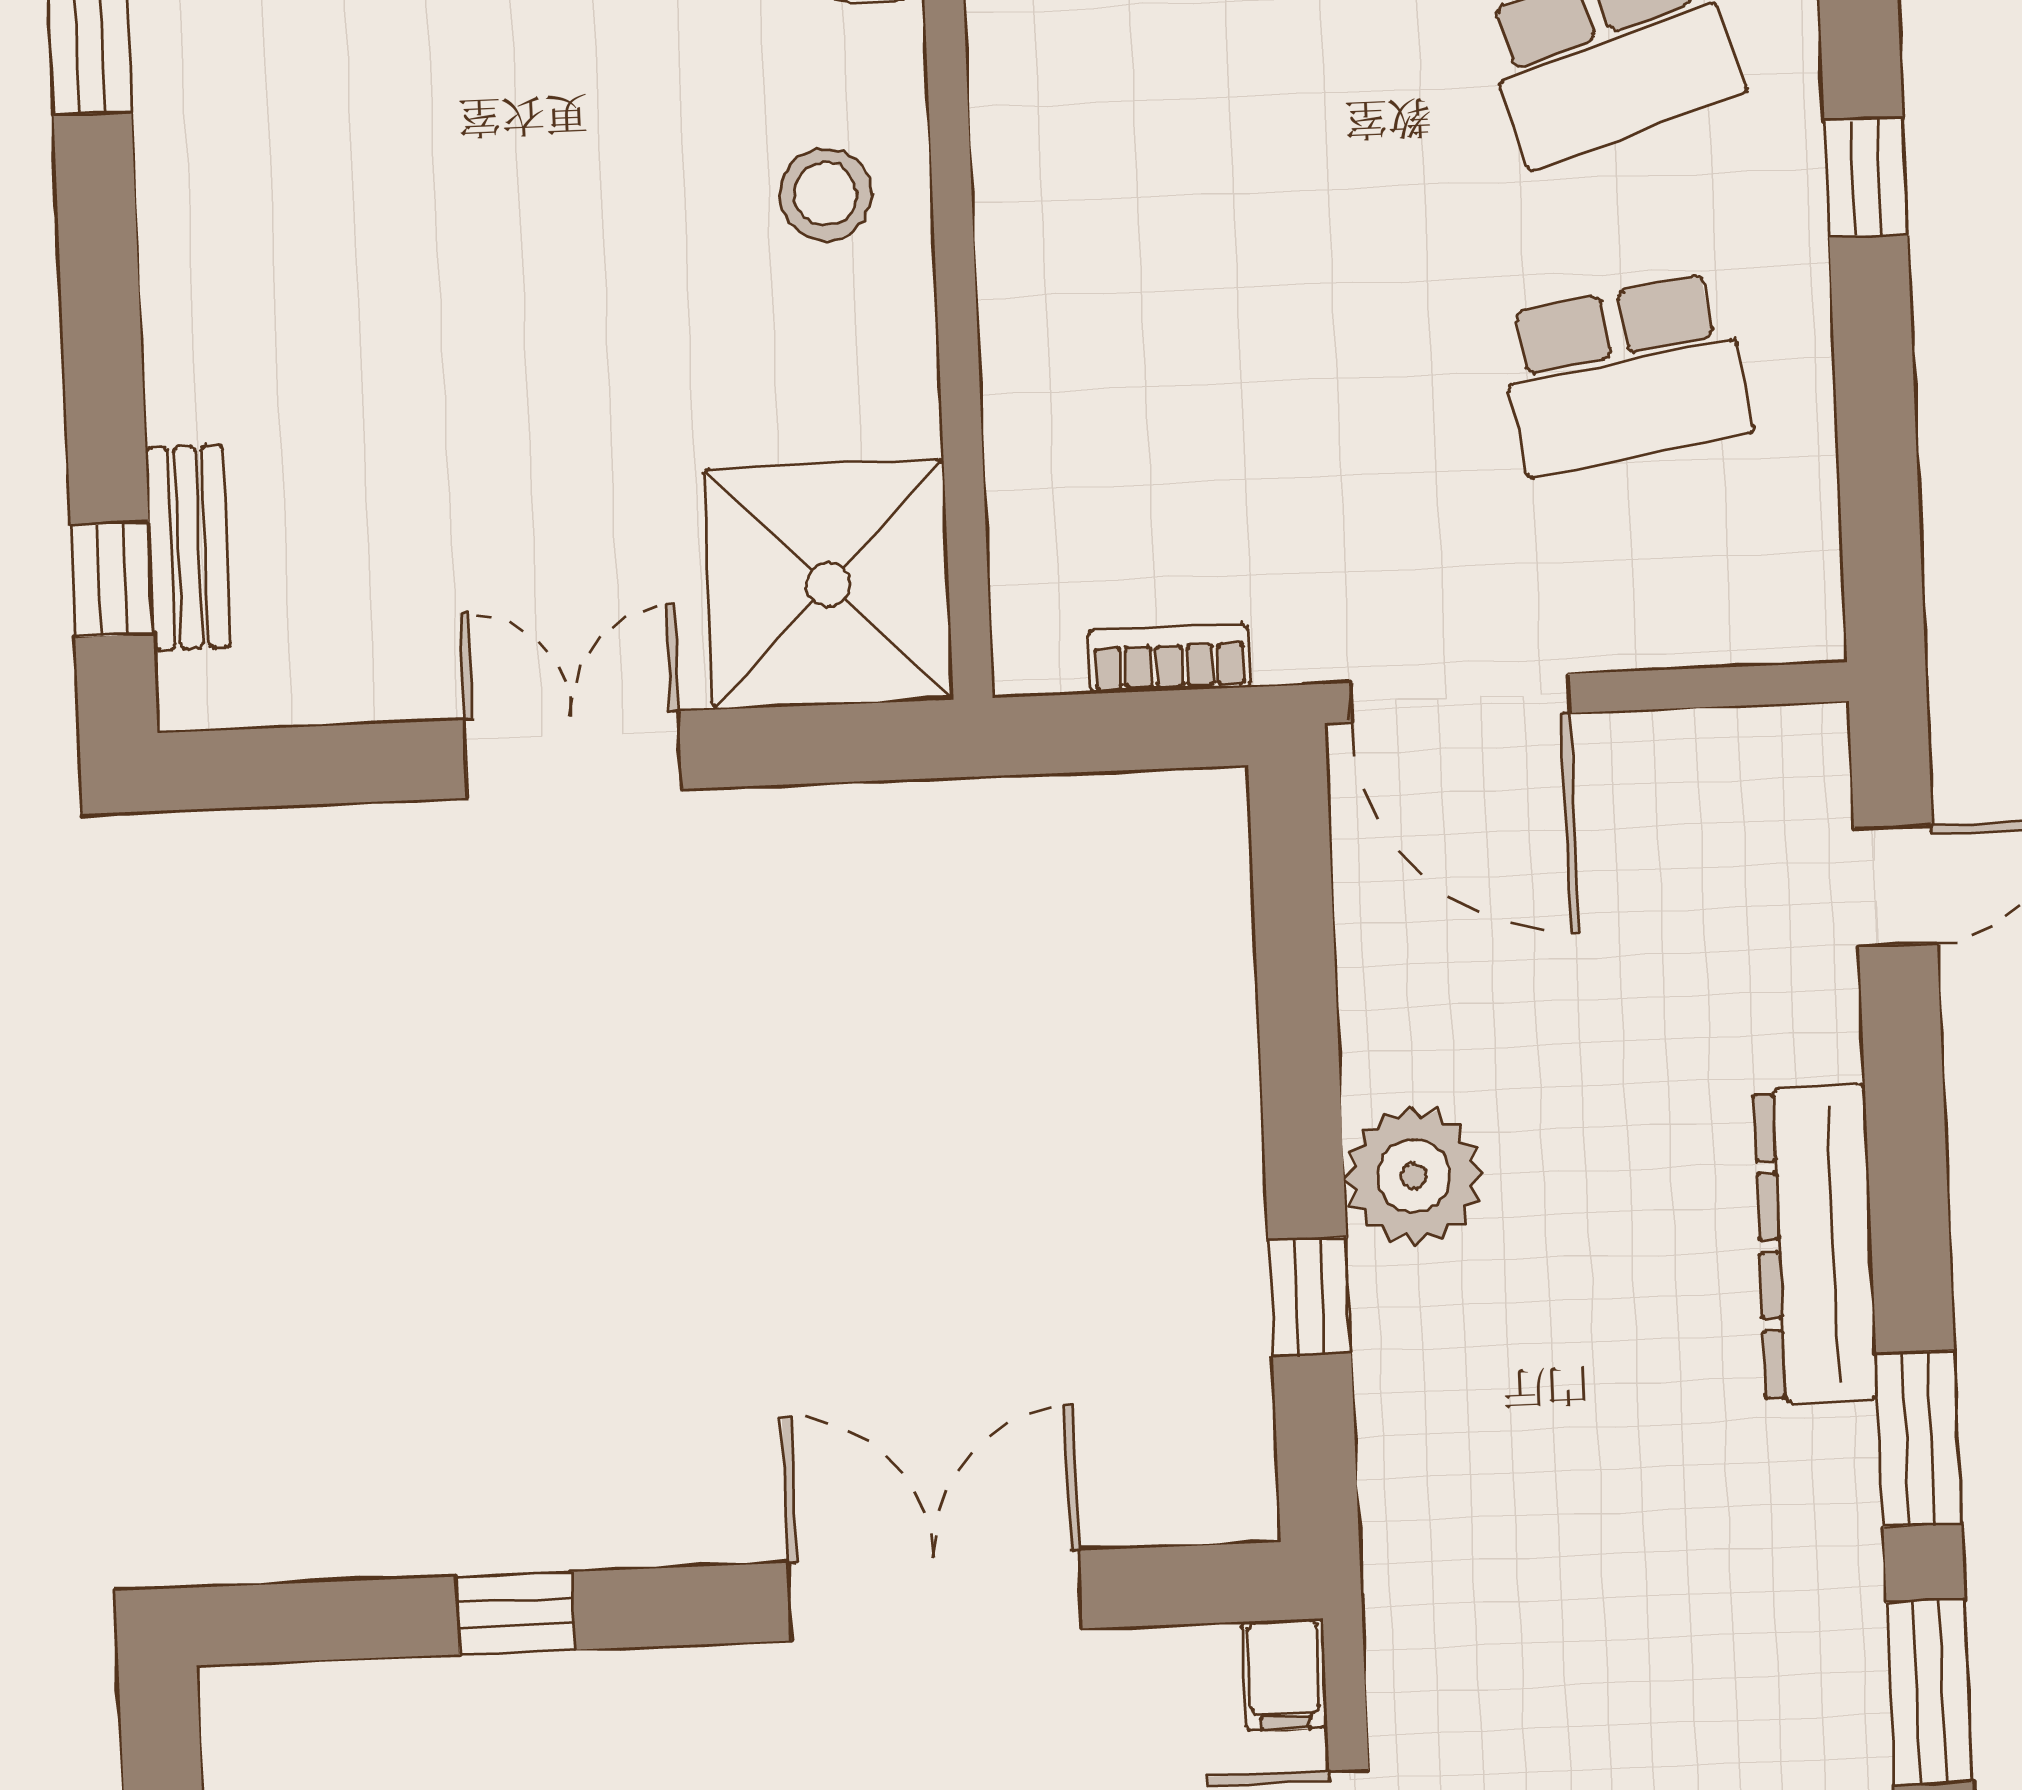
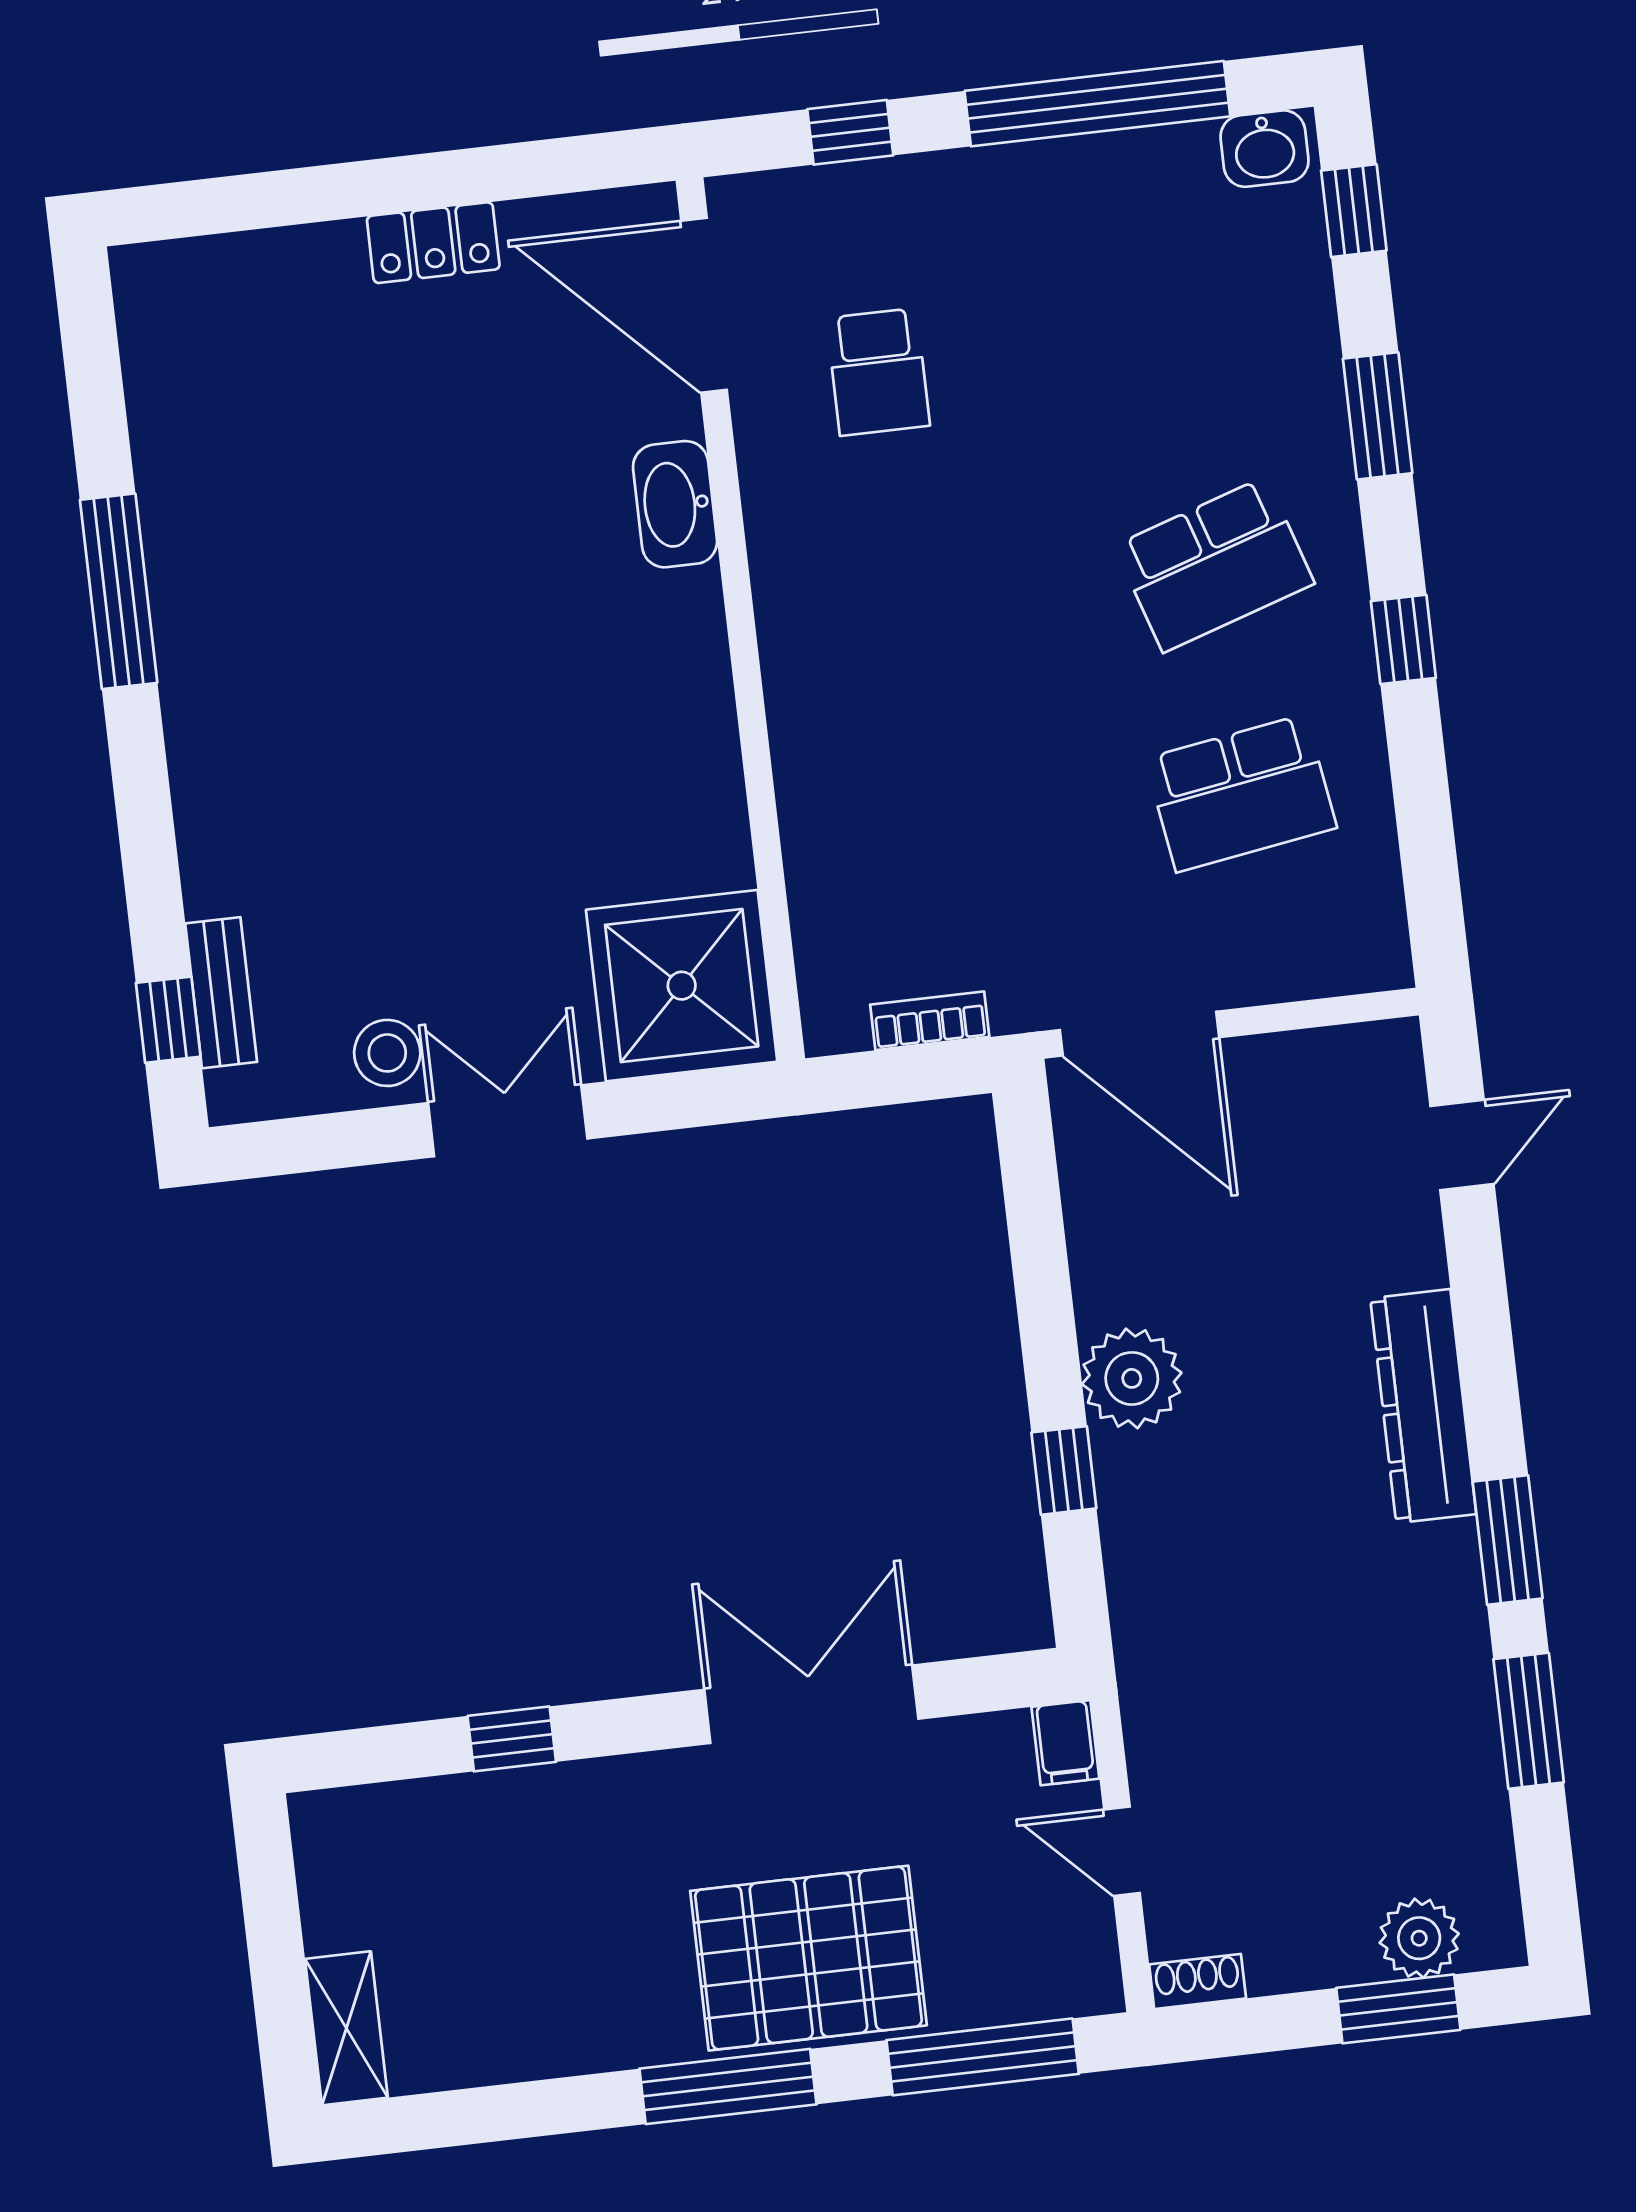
stool: (825, 194) -> (387, 1053), moved

